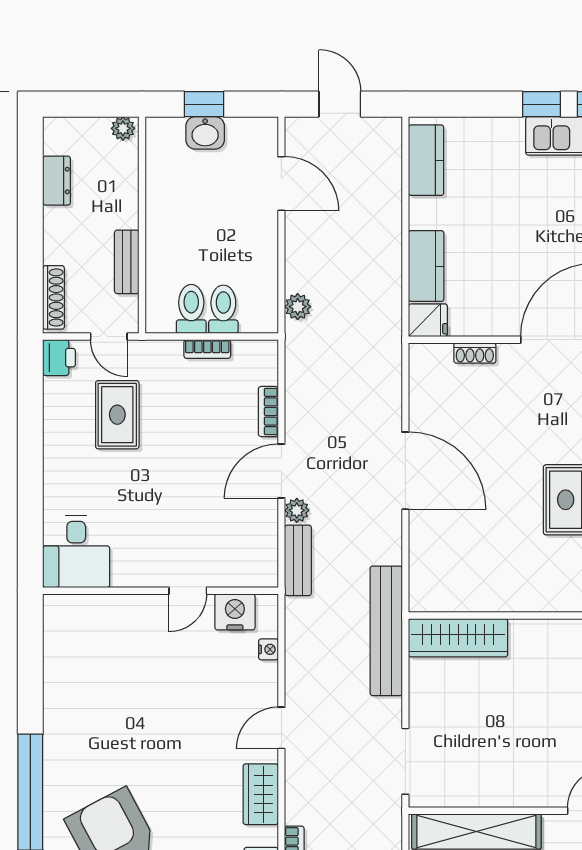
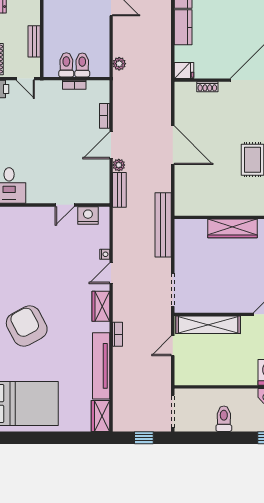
kitchen counter: (426, 266) -> (183, 27), moved
rug: (117, 415) -> (29, 117), removed
wardrobe: (458, 638) -> (232, 228), moved
nightstand: (268, 649) -> (105, 254), moved

